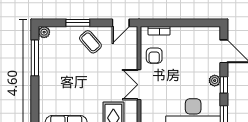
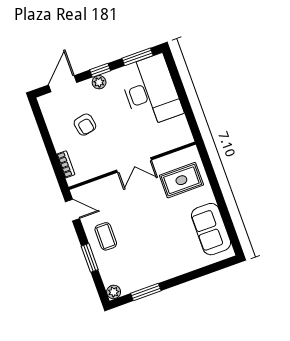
coffee table: (90, 42) -> (106, 236), turned -49
armchair: (154, 56) -> (85, 125), moved, turned 79
window: (35, 58) -> (146, 292), width x0.69

